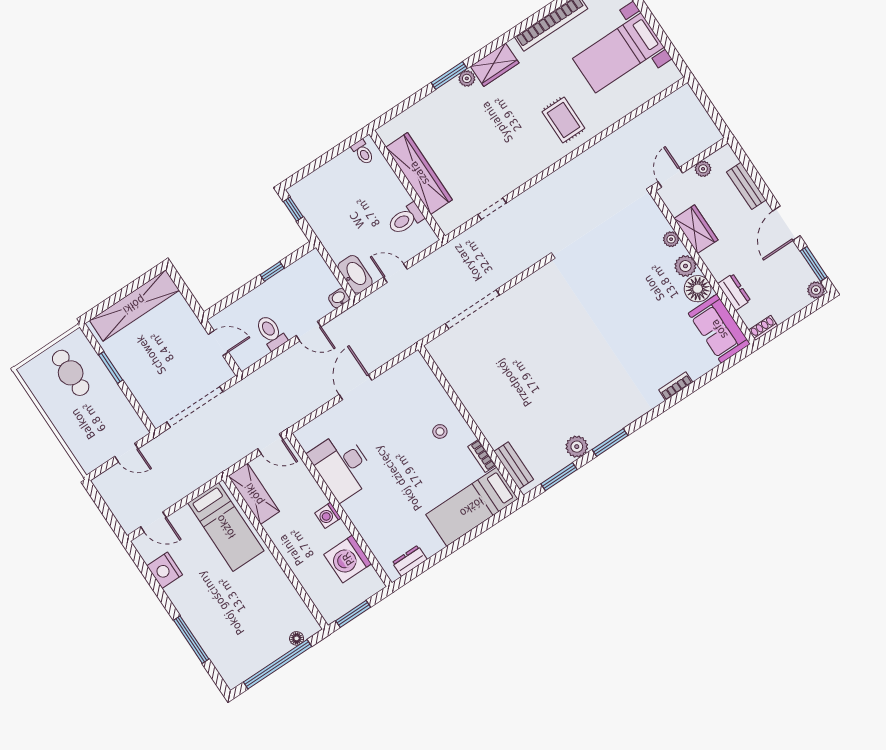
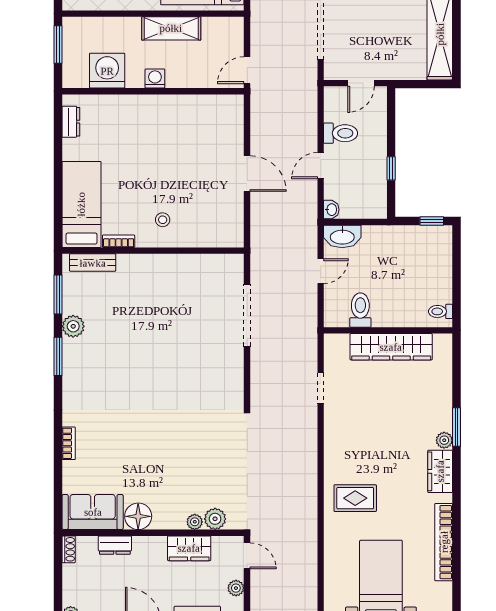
plant: (685, 266) -> (215, 519), moved
desk: (342, 466) -> (189, 118), removed
shelving: (254, 494) -> (171, 28), moved

